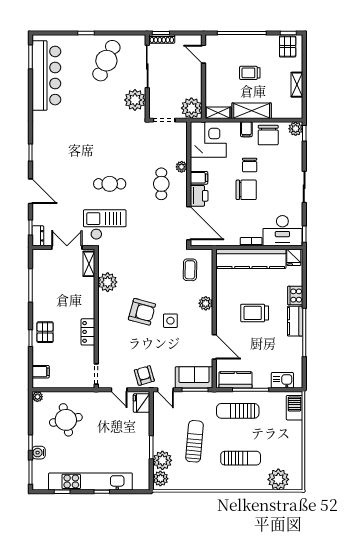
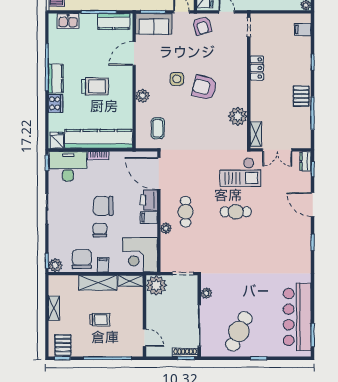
plant: (135, 100) -> (206, 293), width x0.53, depth x0.53
pallet: (45, 332) -> (301, 96), moved
door: (214, 347) -> (134, 54), hinge flipped

